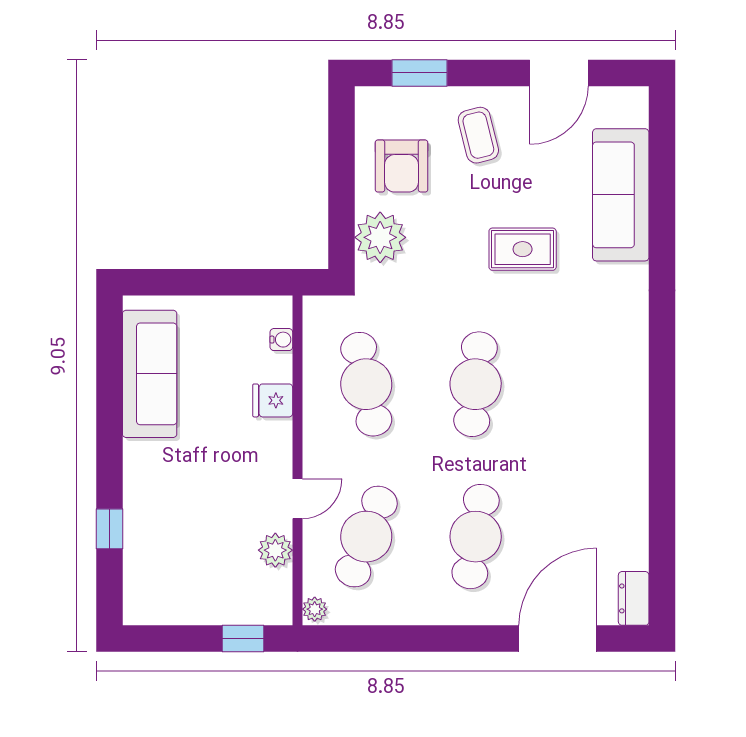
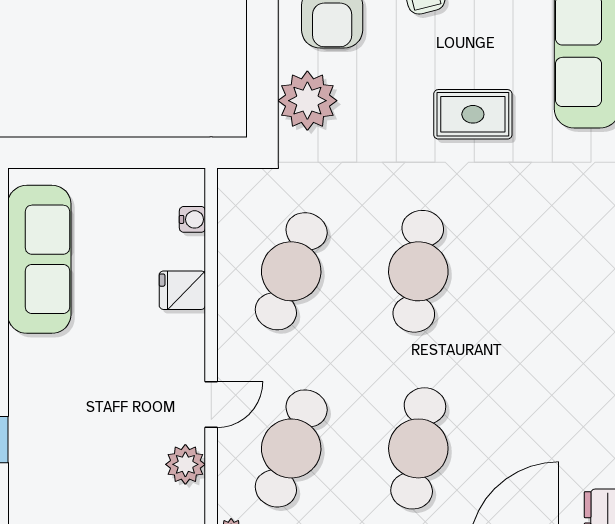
cafe table: (366, 384) -> (291, 271), turned 33

